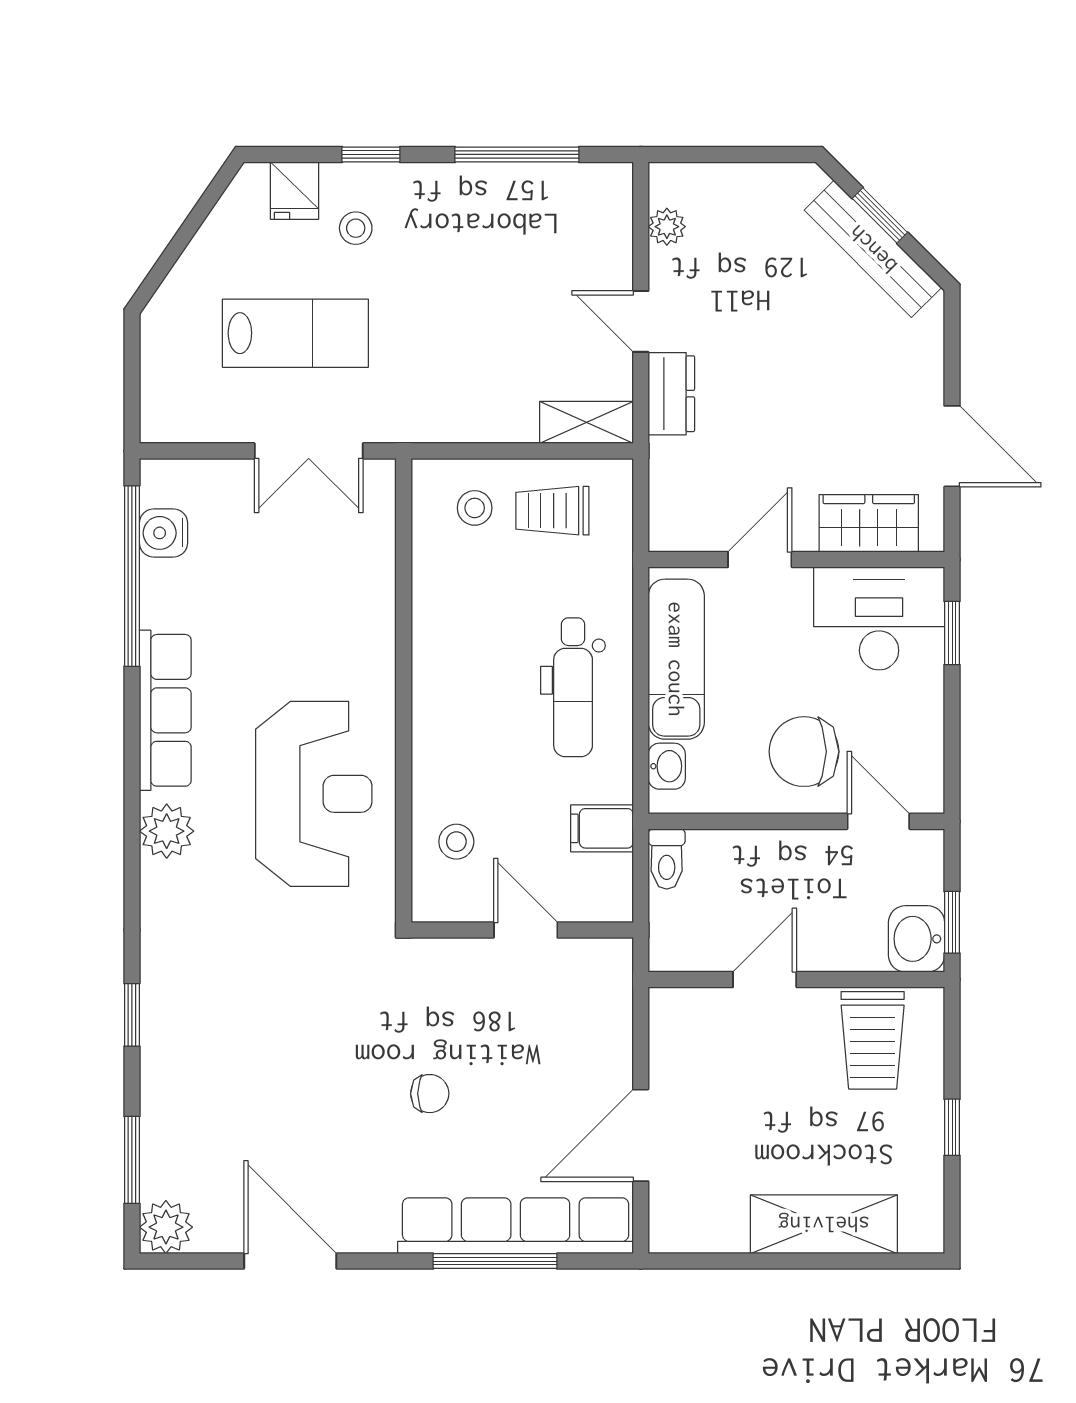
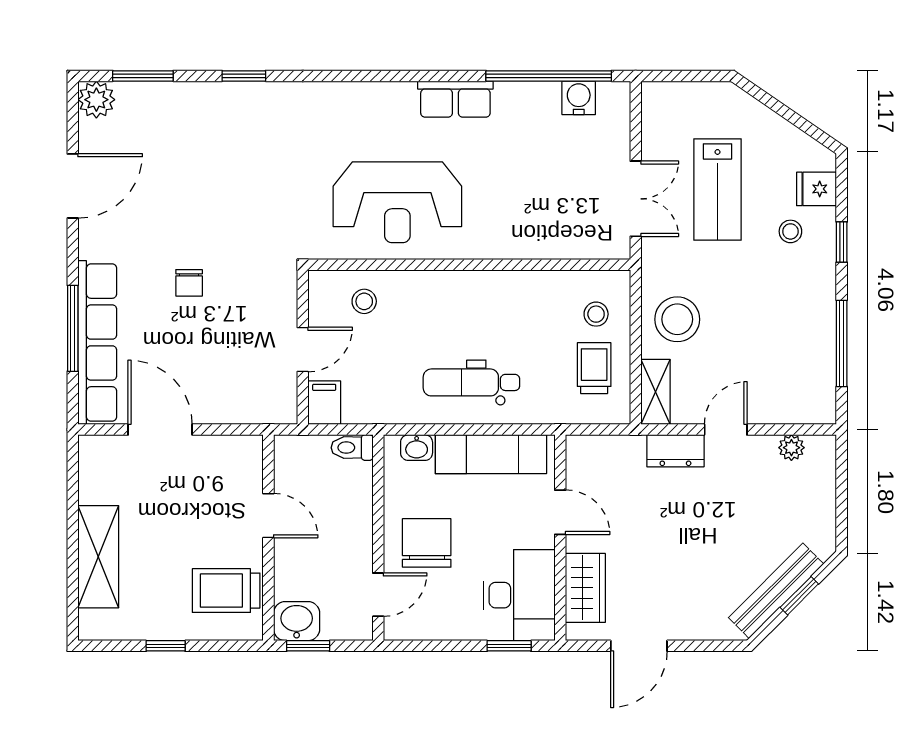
stool: (482, 391) -> (677, 319), added
double door: (309, 451) -> (636, 199), swing flipped
row of seats: (165, 710) -> (455, 99), width x0.68
filing cabinet: (602, 828) -> (324, 403), moved
plant: (167, 831) -> (371, 100), removed

